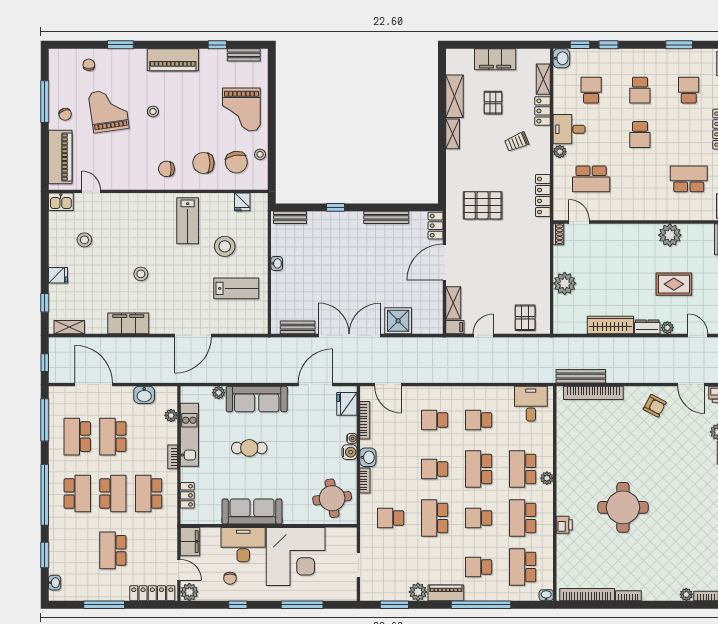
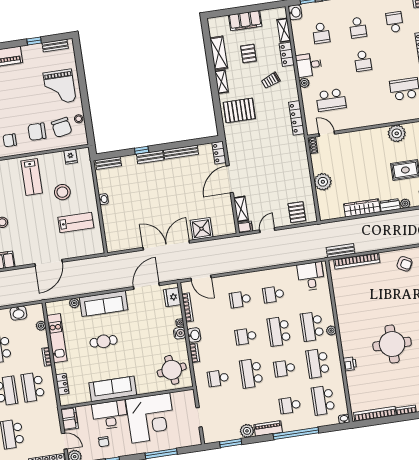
school desk: (591, 90) -> (321, 33), turned 180
pallet: (483, 205) -> (239, 110), moved
bench: (298, 327) -> (150, 157), moved
bench: (581, 376) -> (341, 251), width x0.73

